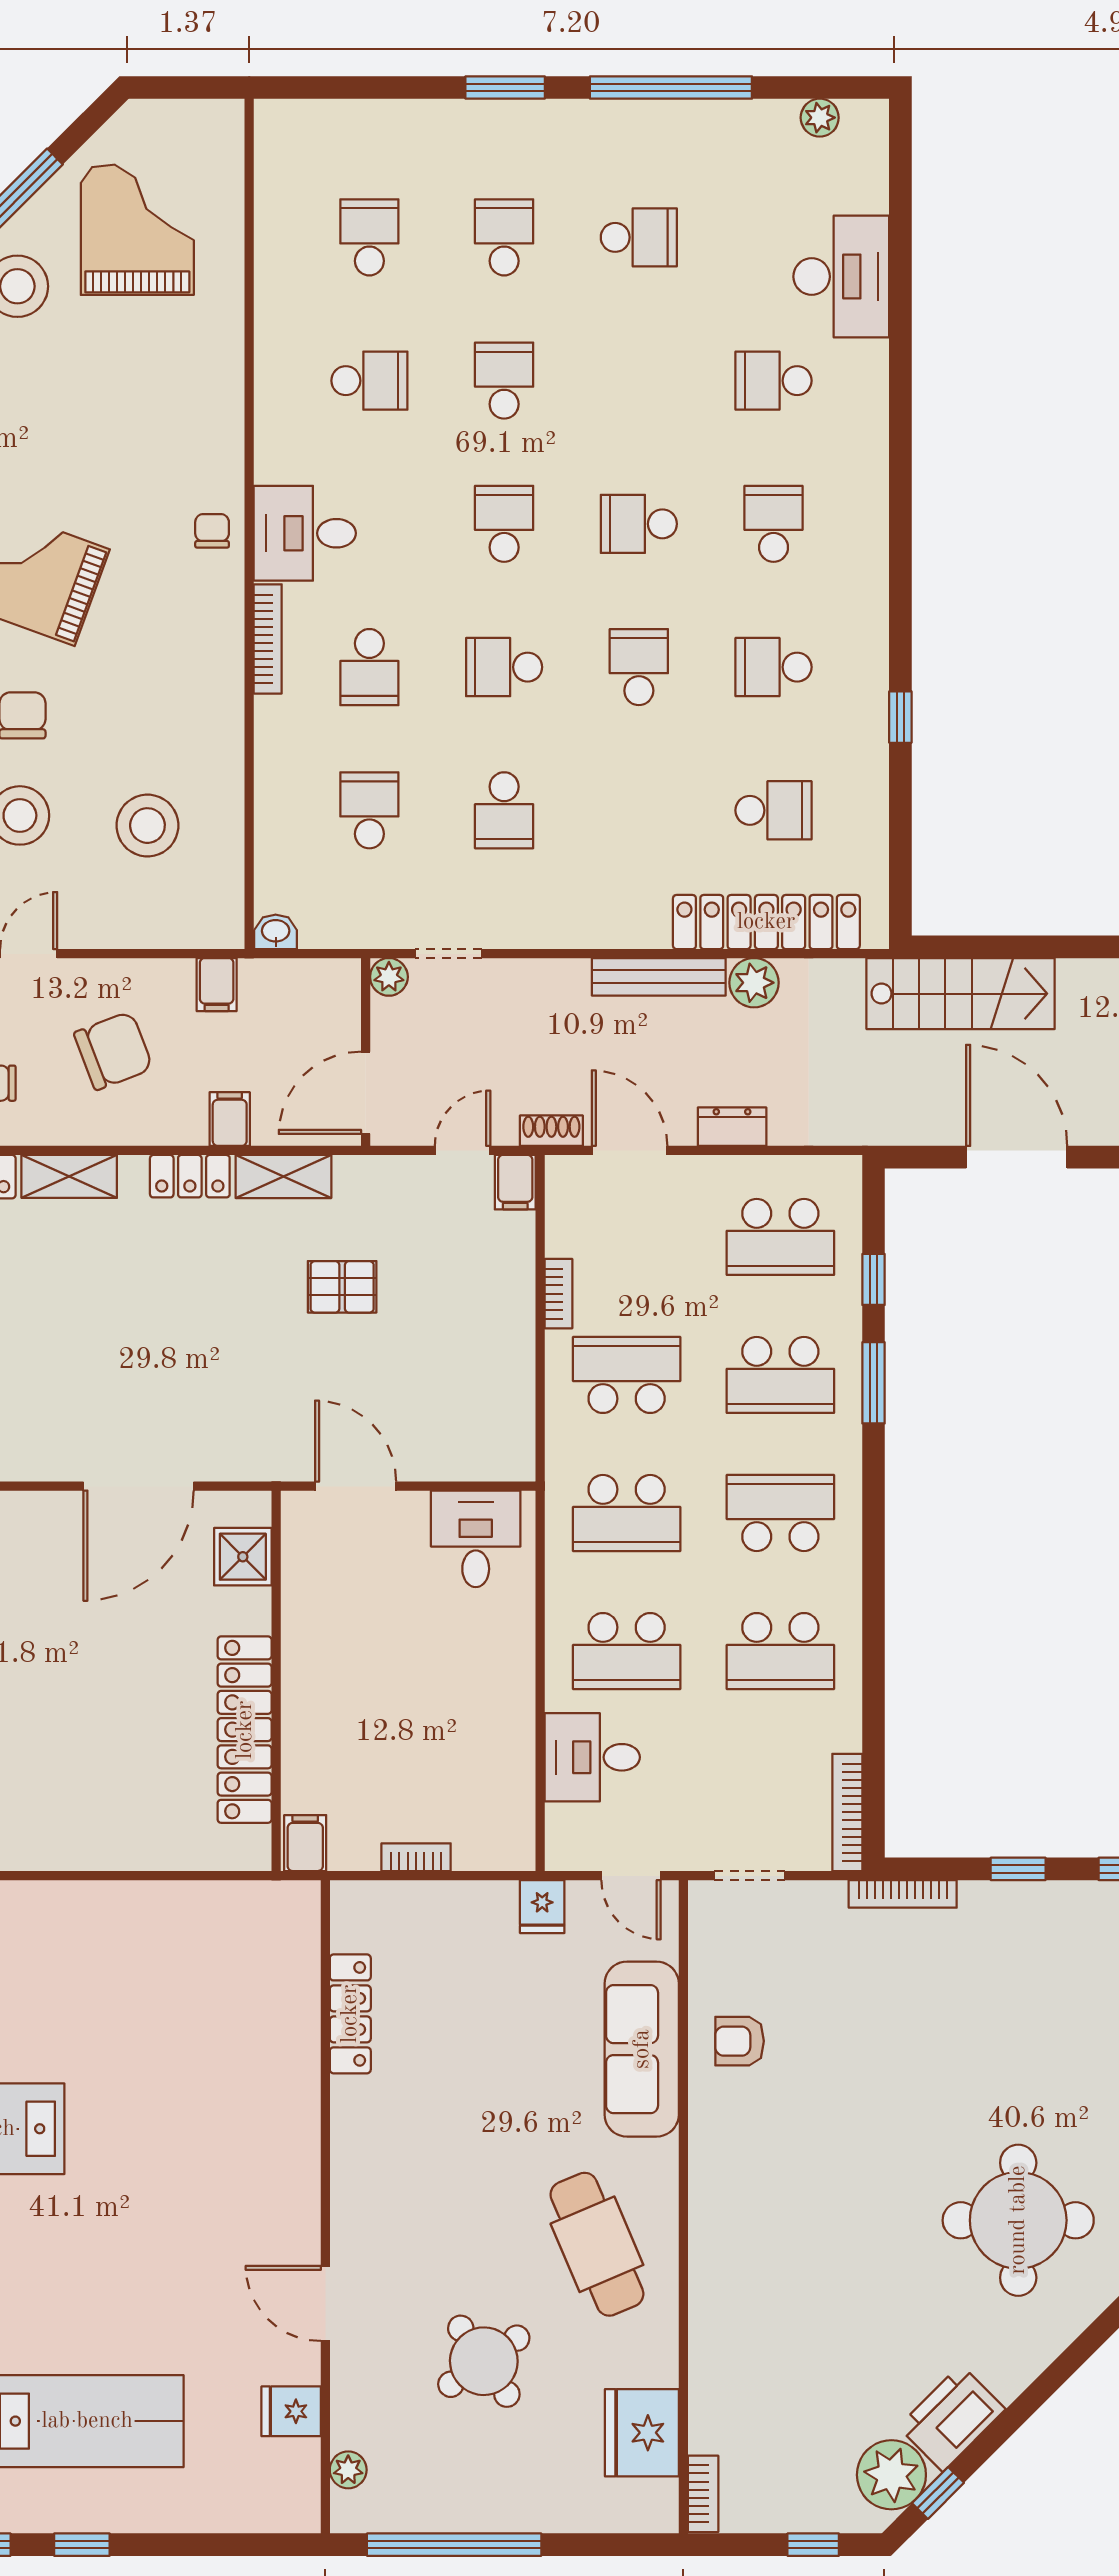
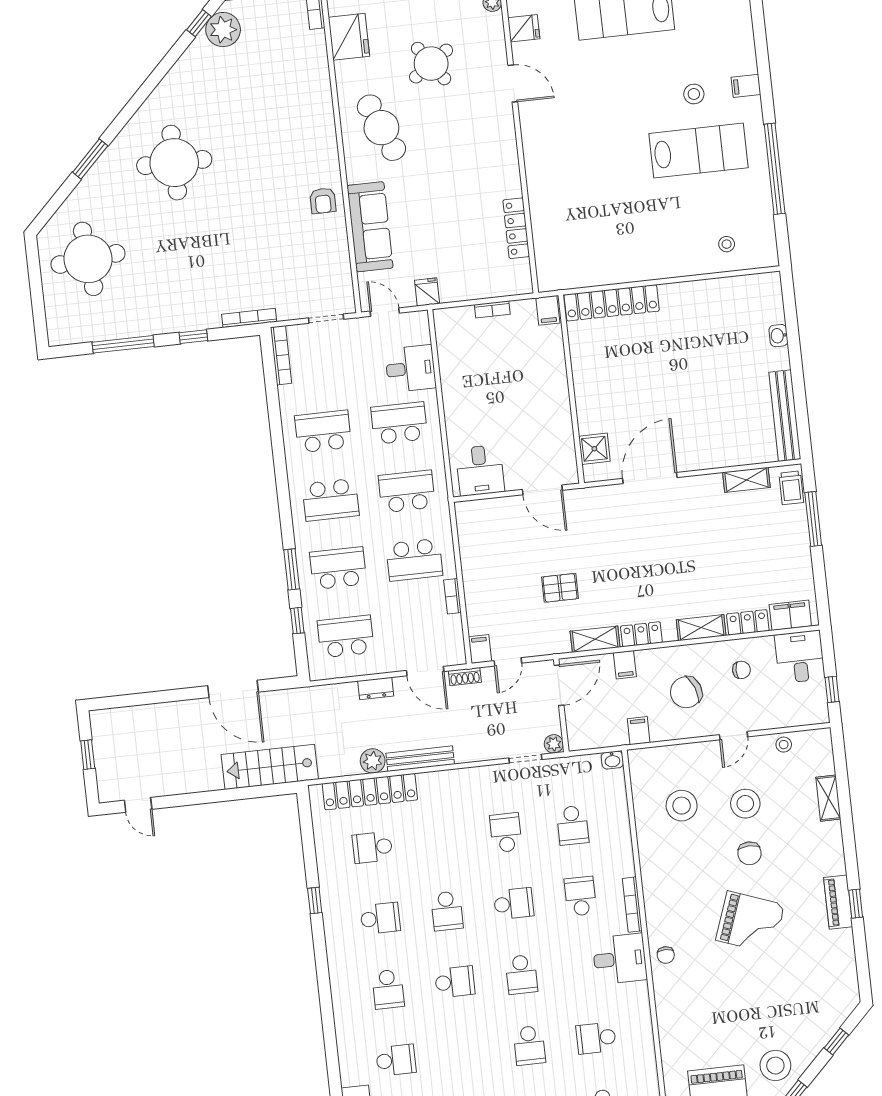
locker: (245, 1730) -> (612, 303), moved, turned 90
armchair: (740, 2041) -> (323, 201), moved, turned 90
printer: (952, 2418) -> (196, 61), removed

